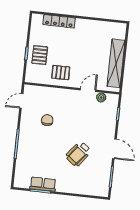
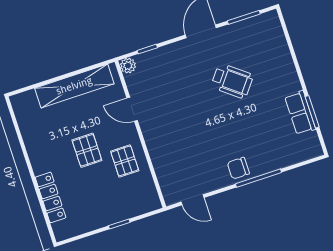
pallet: (40, 55) -> (87, 150), moved, turned 90
plant: (101, 98) -> (128, 66), moved
chair: (47, 120) -> (238, 168), moved

